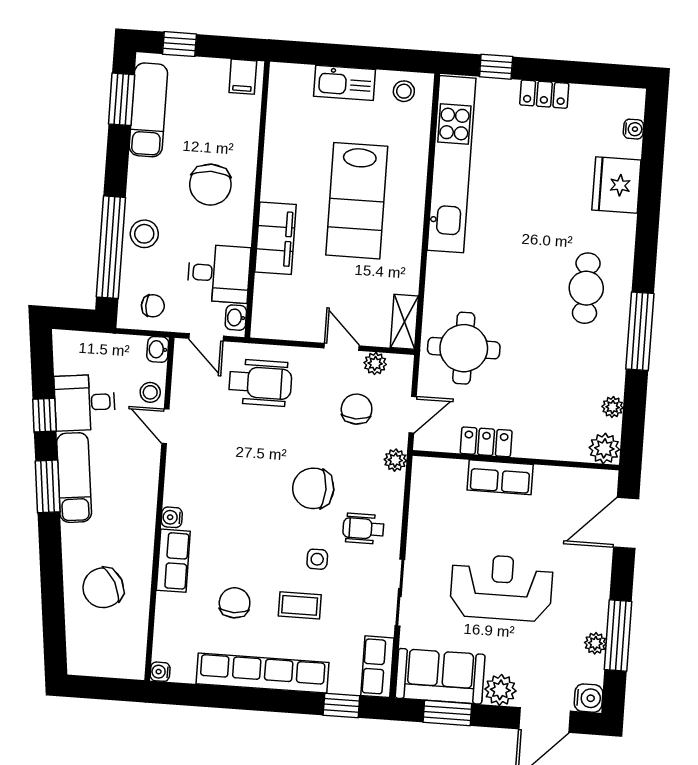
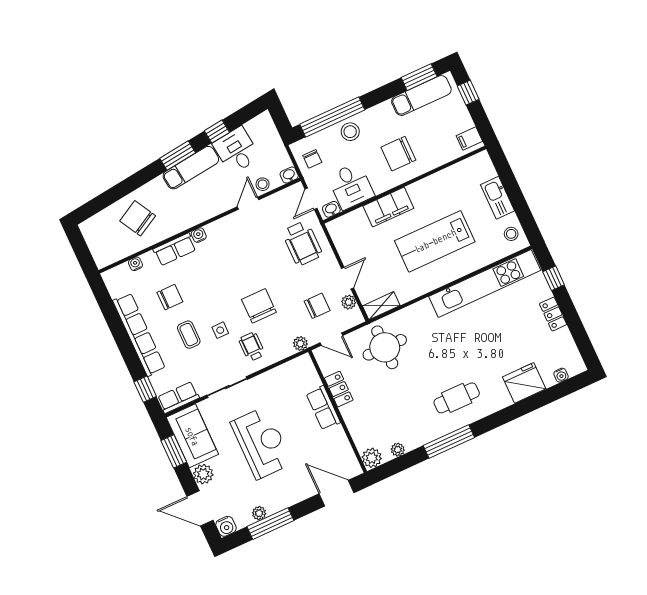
water cooler: (160, 672) -> (135, 264), moved

